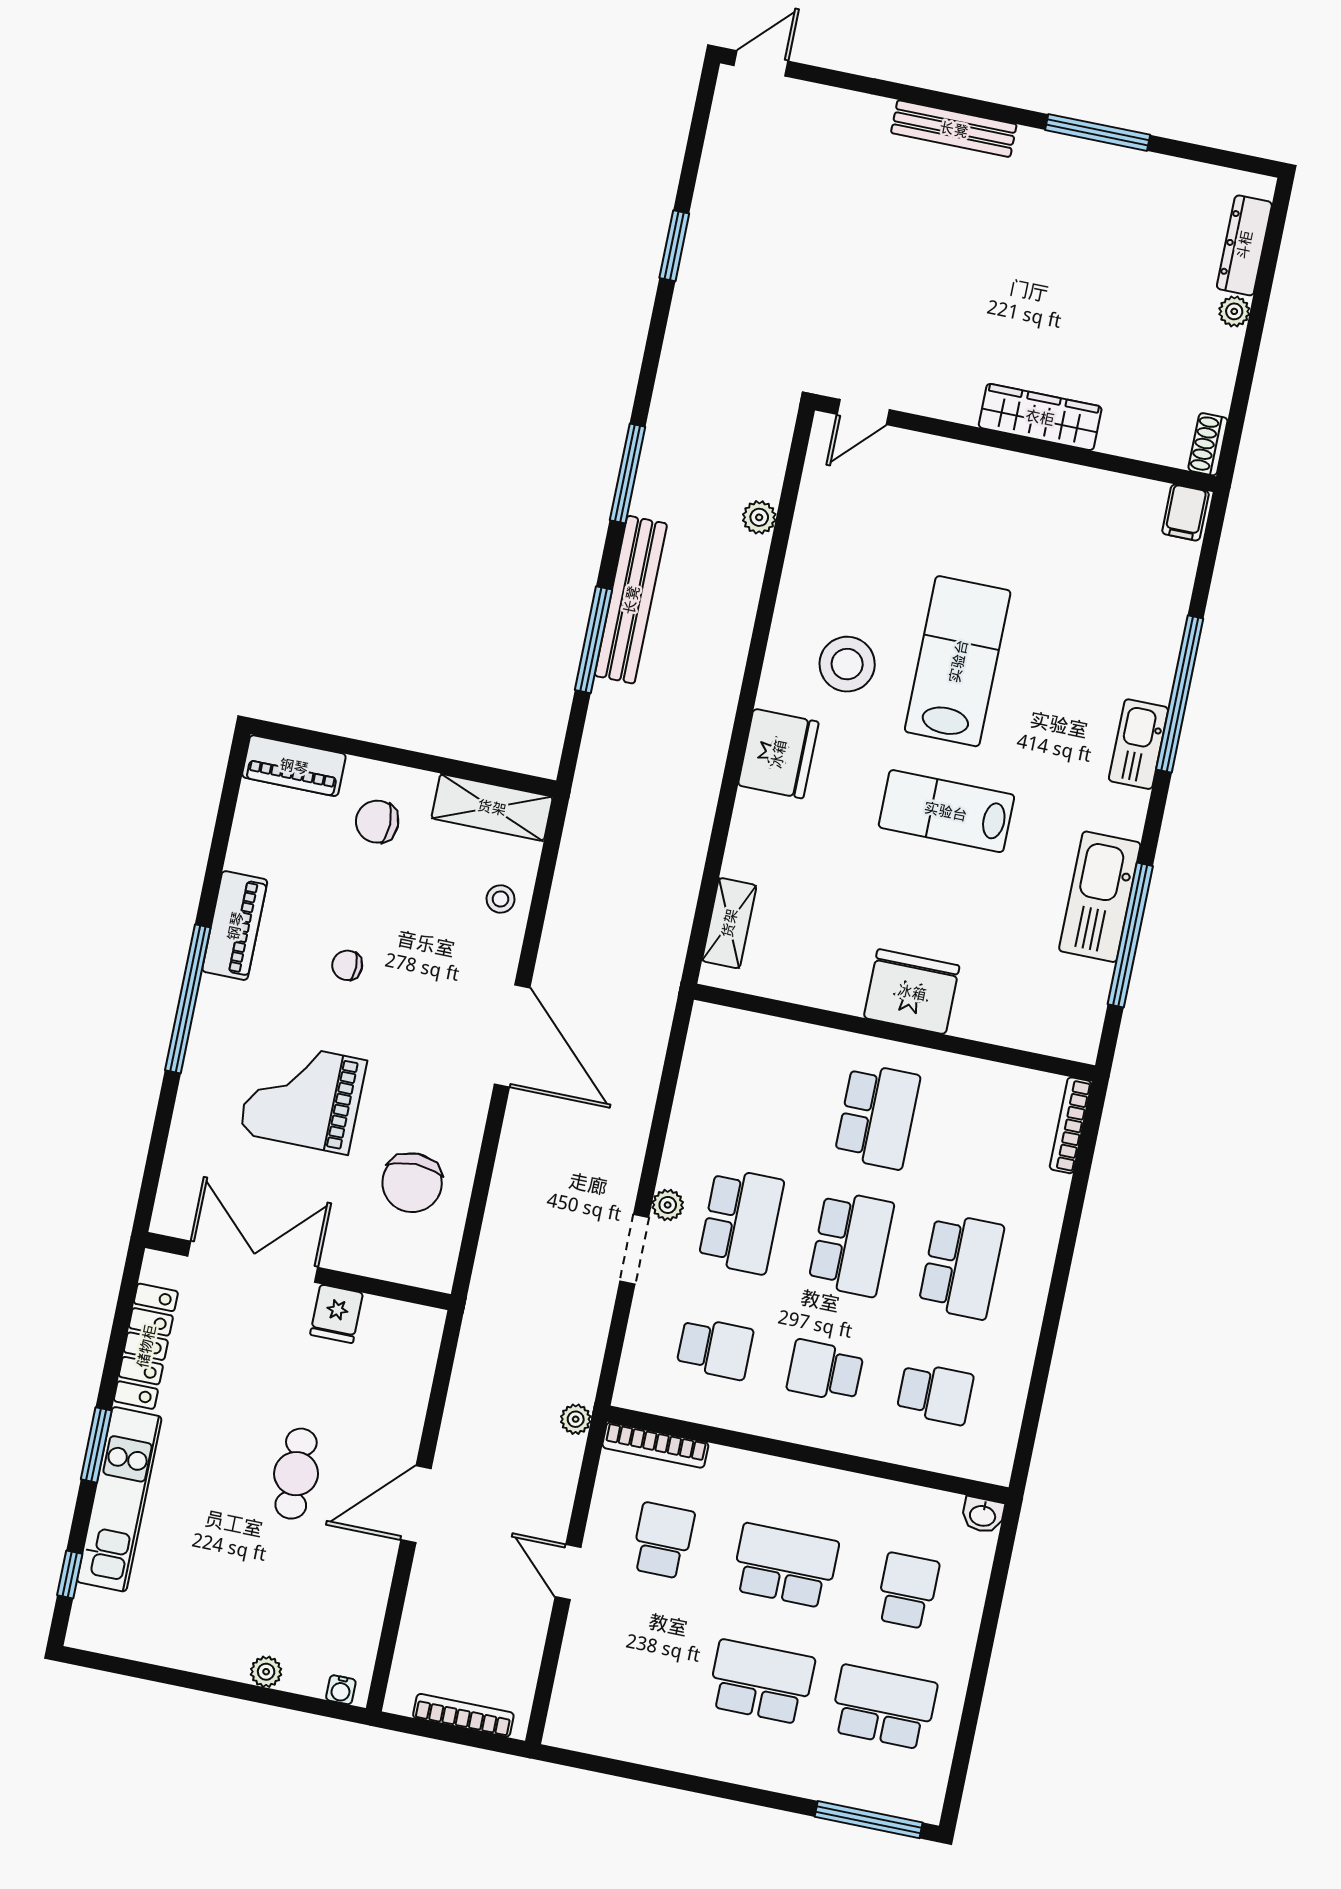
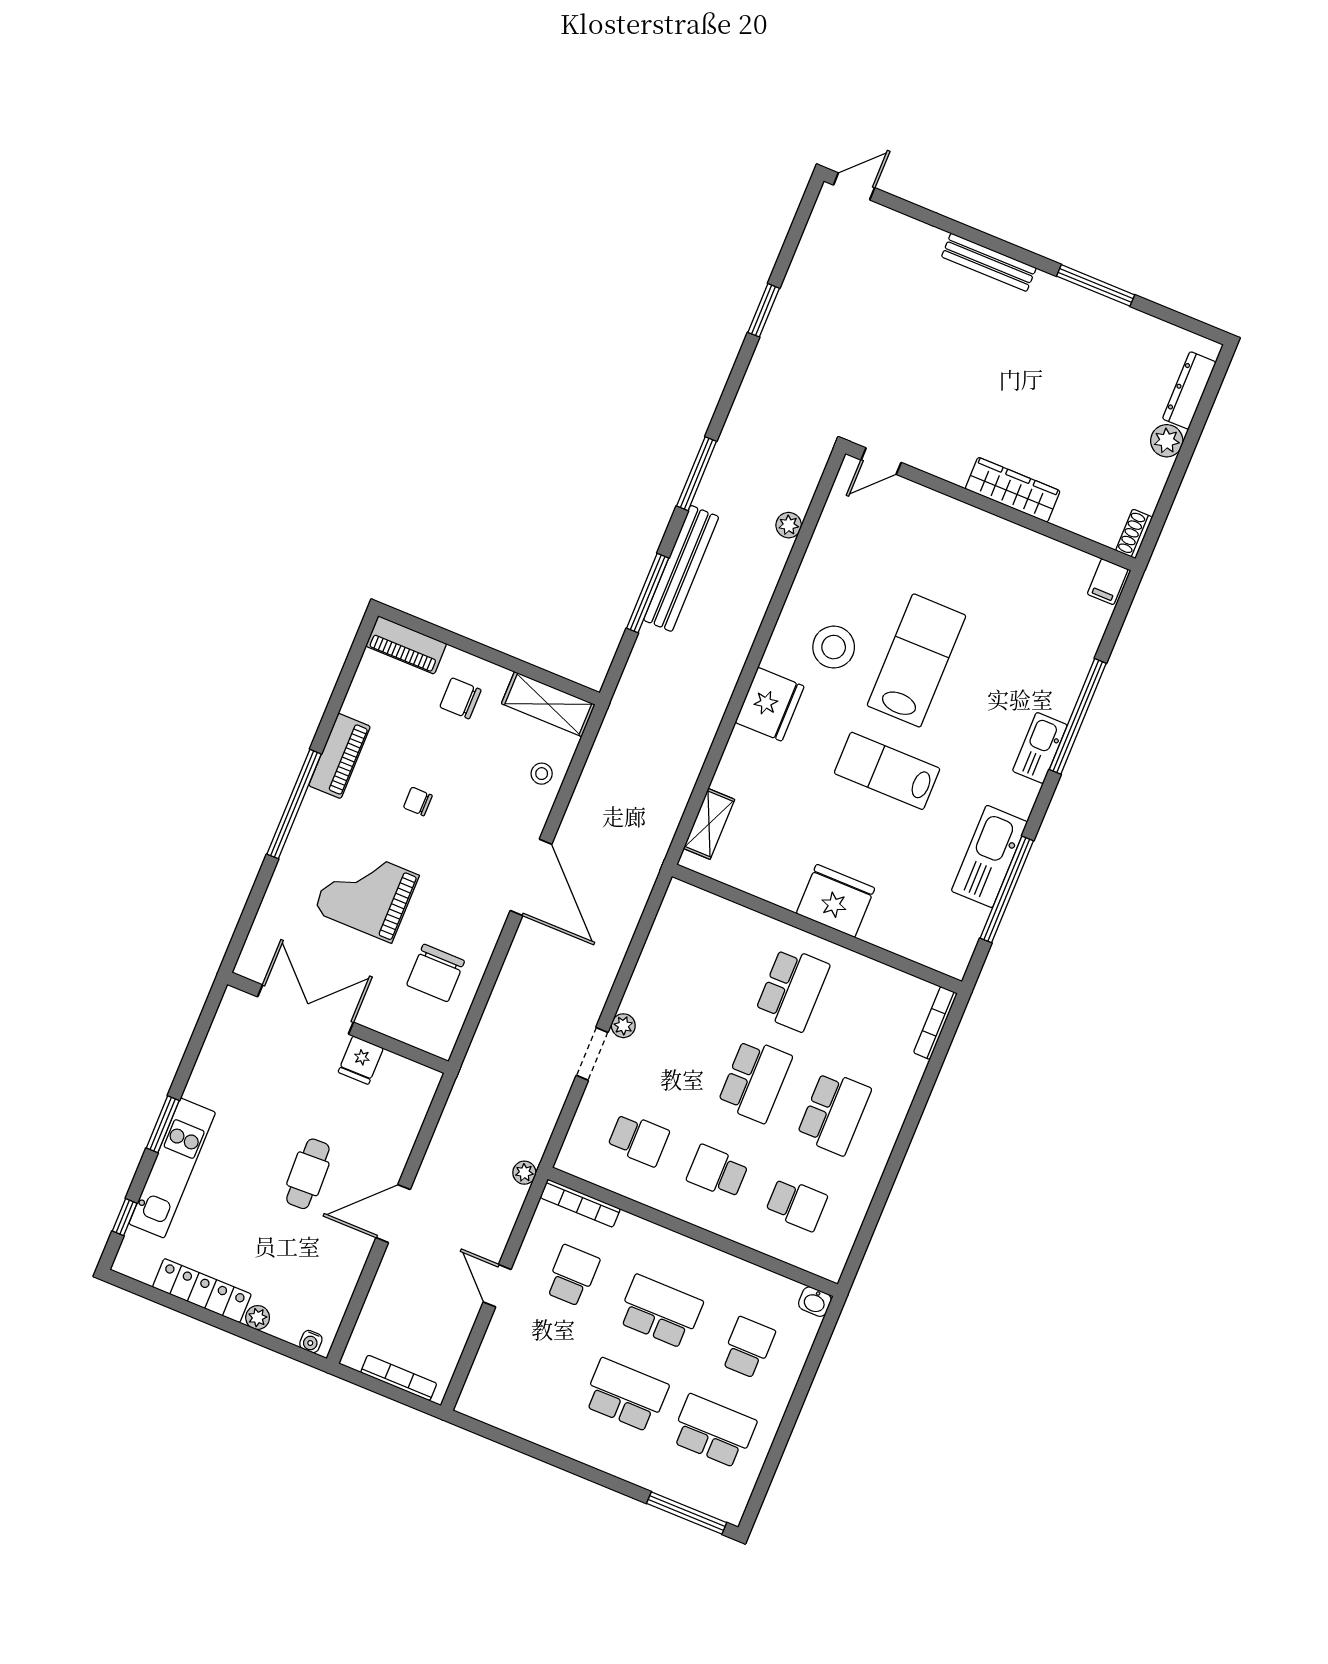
plant: (1234, 311) -> (1167, 441), width x1.38, depth x1.38
school desk: (741, 1221) -> (676, 1048), removed
locker: (146, 1346) -> (202, 1291), moved, turned -90

